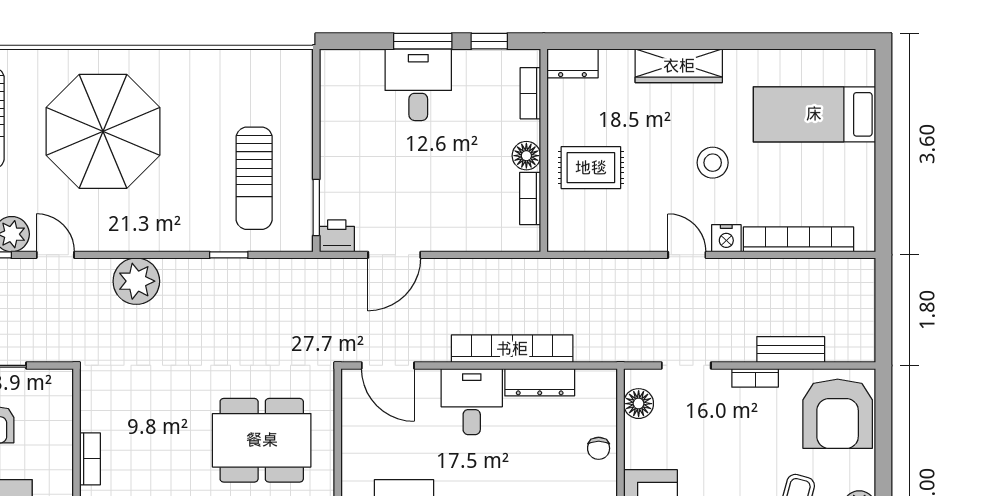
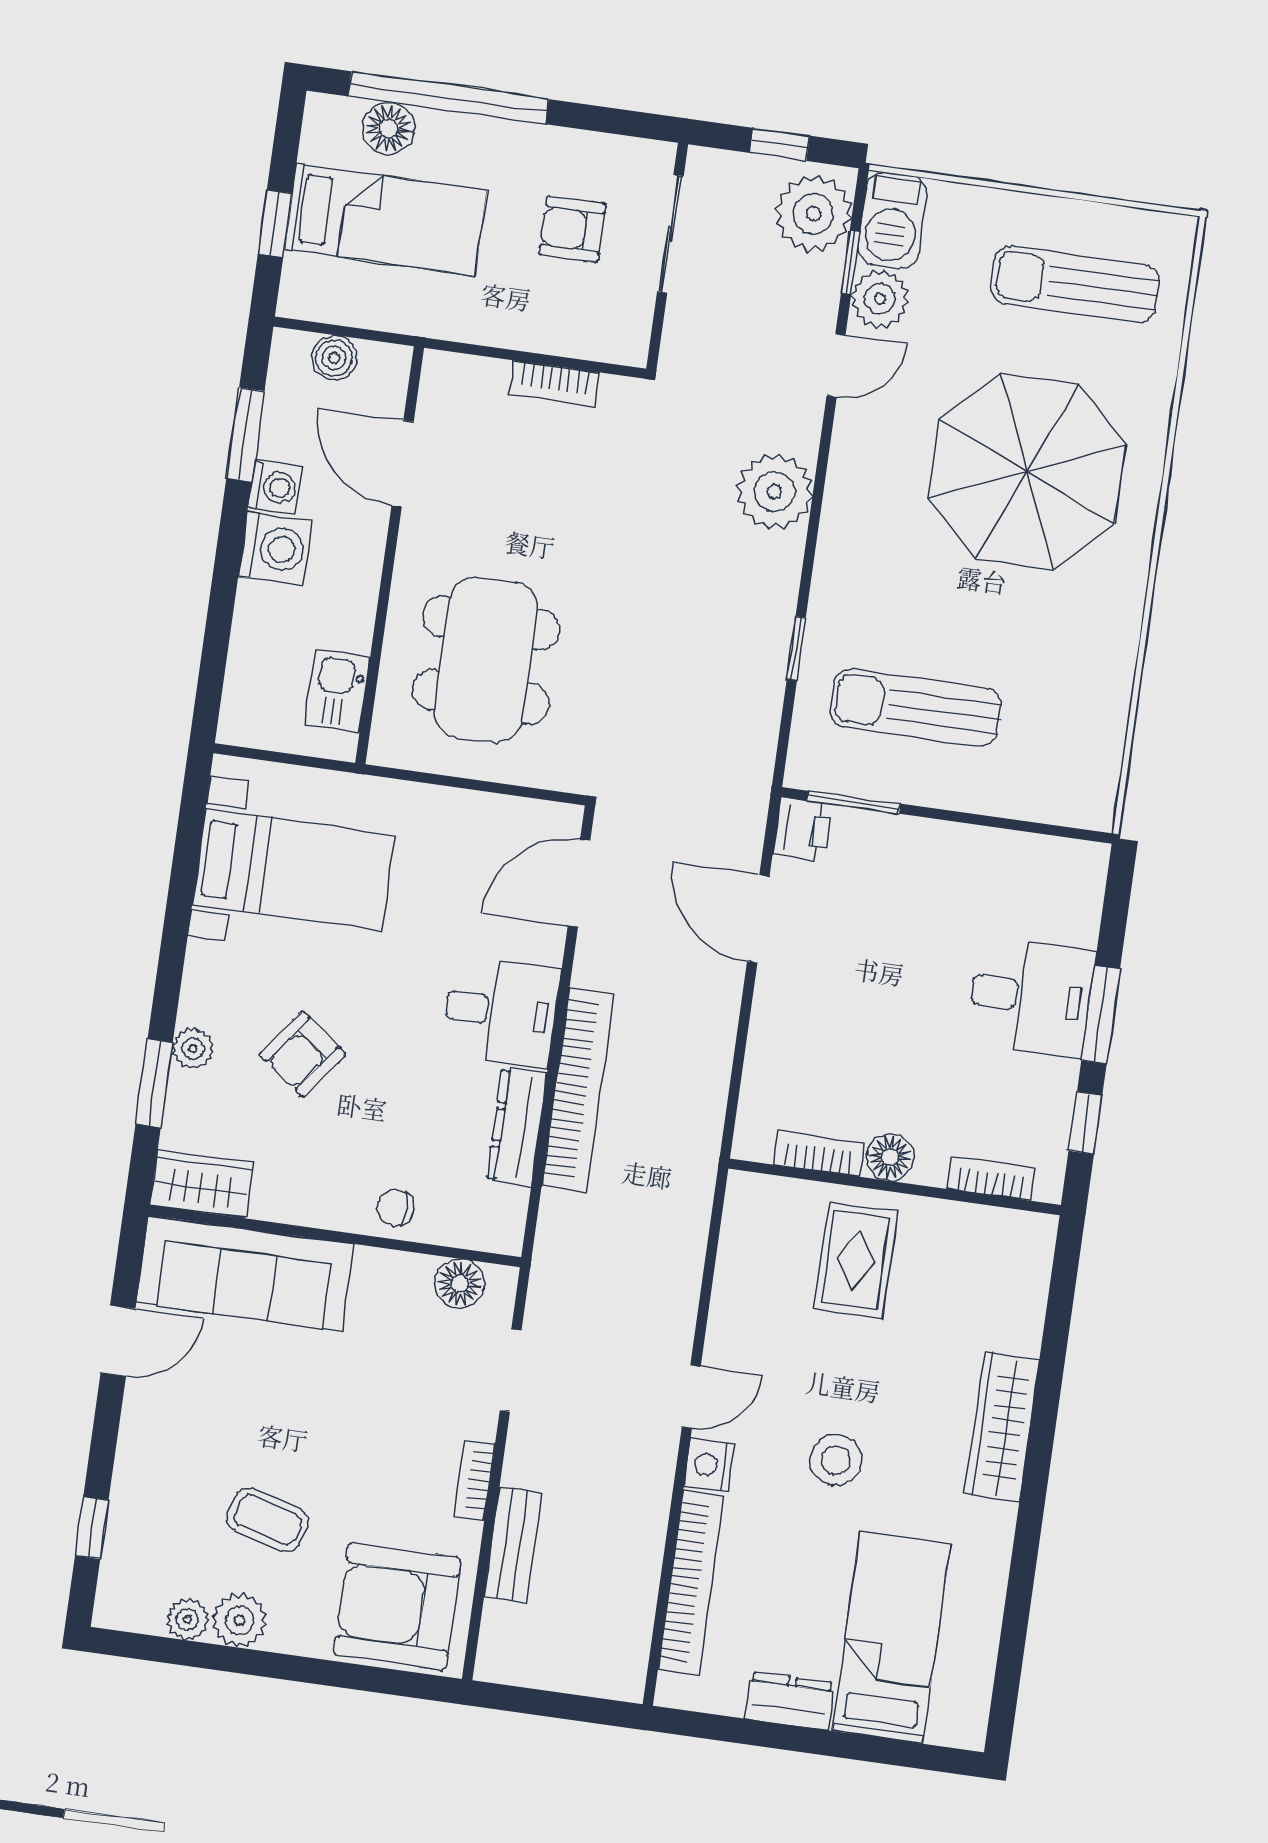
dresser: (572, 63) -> (790, 1701), moved, turned 90
bookcase: (90, 459) -> (554, 383), moved

